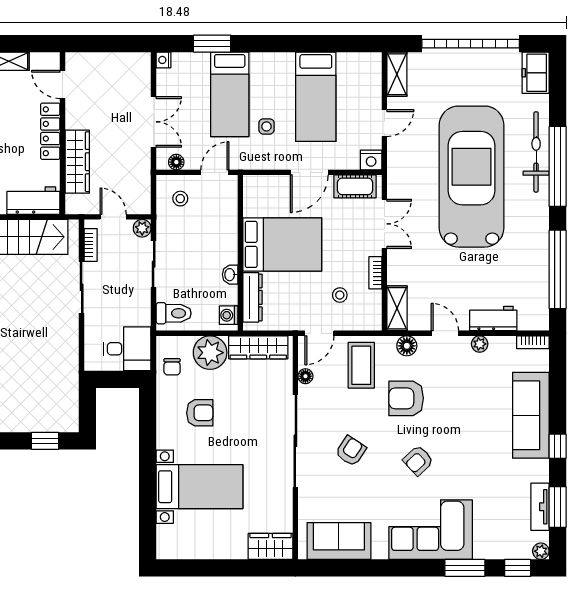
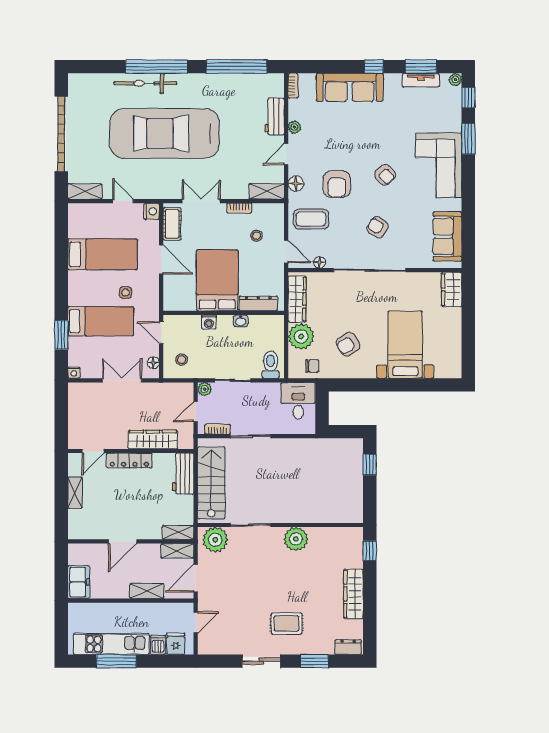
freezer: (536, 73) -> (84, 84), removed
washing machine: (229, 315) -> (209, 322), moved
armchair: (200, 413) -> (348, 344), turned -121

